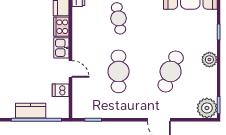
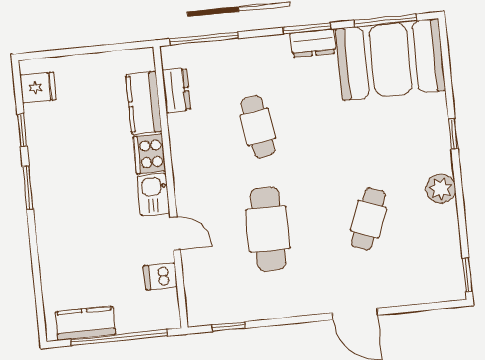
cafe table: (171, 71) -> (368, 219), width x0.73, depth x0.74
plant: (207, 108) -> (445, 282), removed
kitchen counter: (31, 111) -> (85, 323), moved

